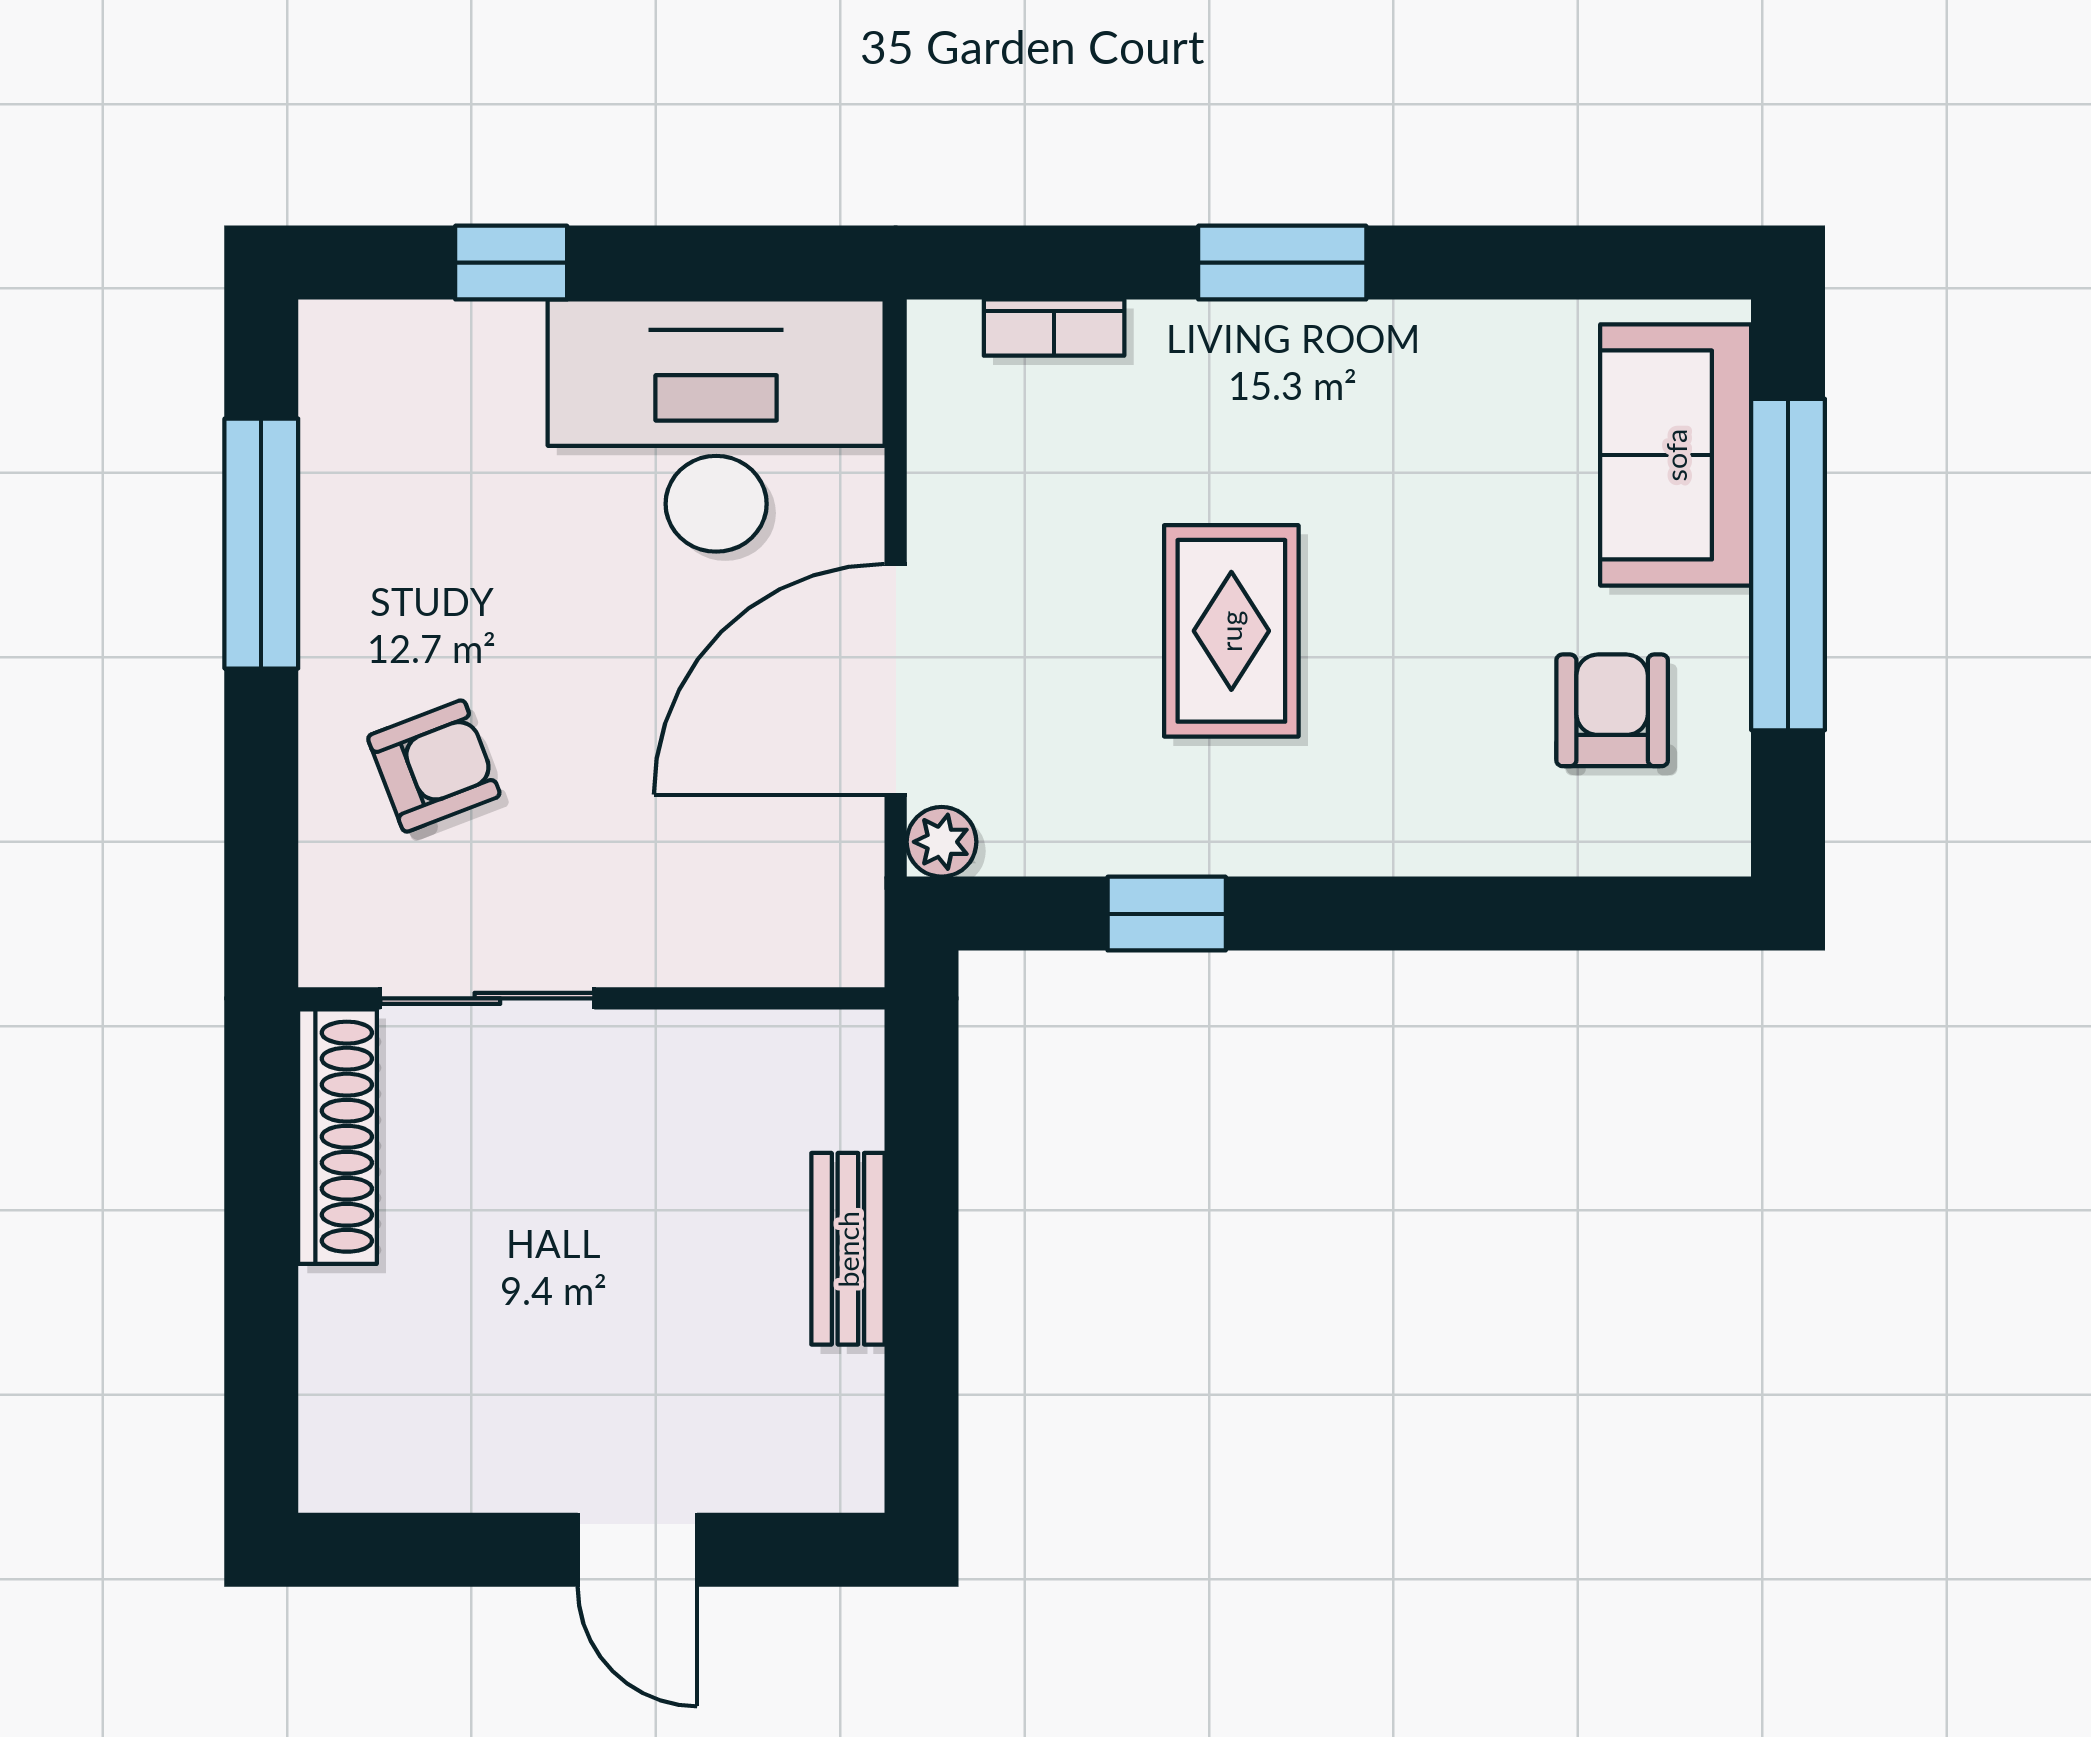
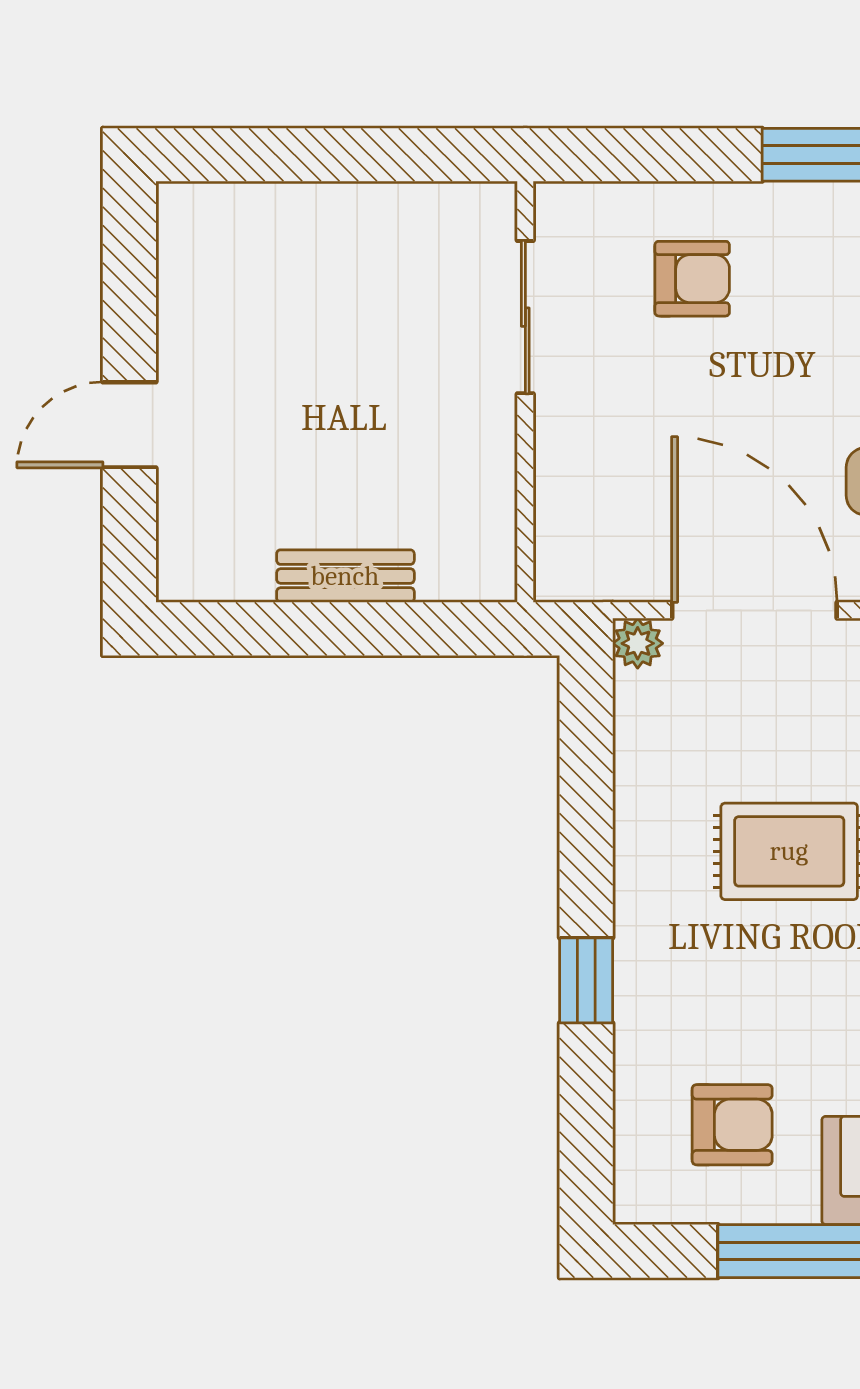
armchair: (434, 766) -> (692, 279), turned -69
window: (1167, 914) -> (586, 980), moved
shoe rack: (337, 1137) -> (426, 209), removed

